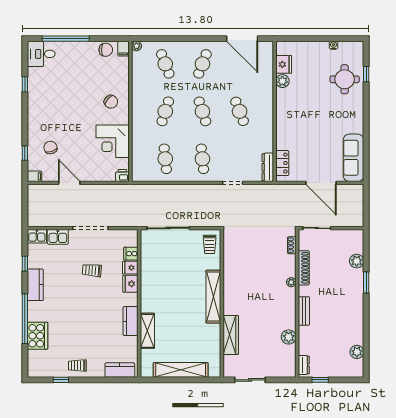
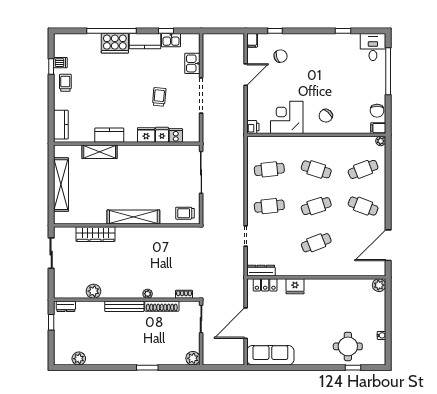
fridge: (284, 64) -> (295, 286), moved
plant: (282, 81) -> (379, 285), moved
kitchen sink: (37, 236) -> (171, 40), moved, turned -90
plant: (357, 261) -> (193, 358), moved
bench: (304, 311) -> (124, 306), width x1.36
cooker: (37, 336) -> (115, 43), moved
dishwasher: (57, 370) -> (60, 63), added

